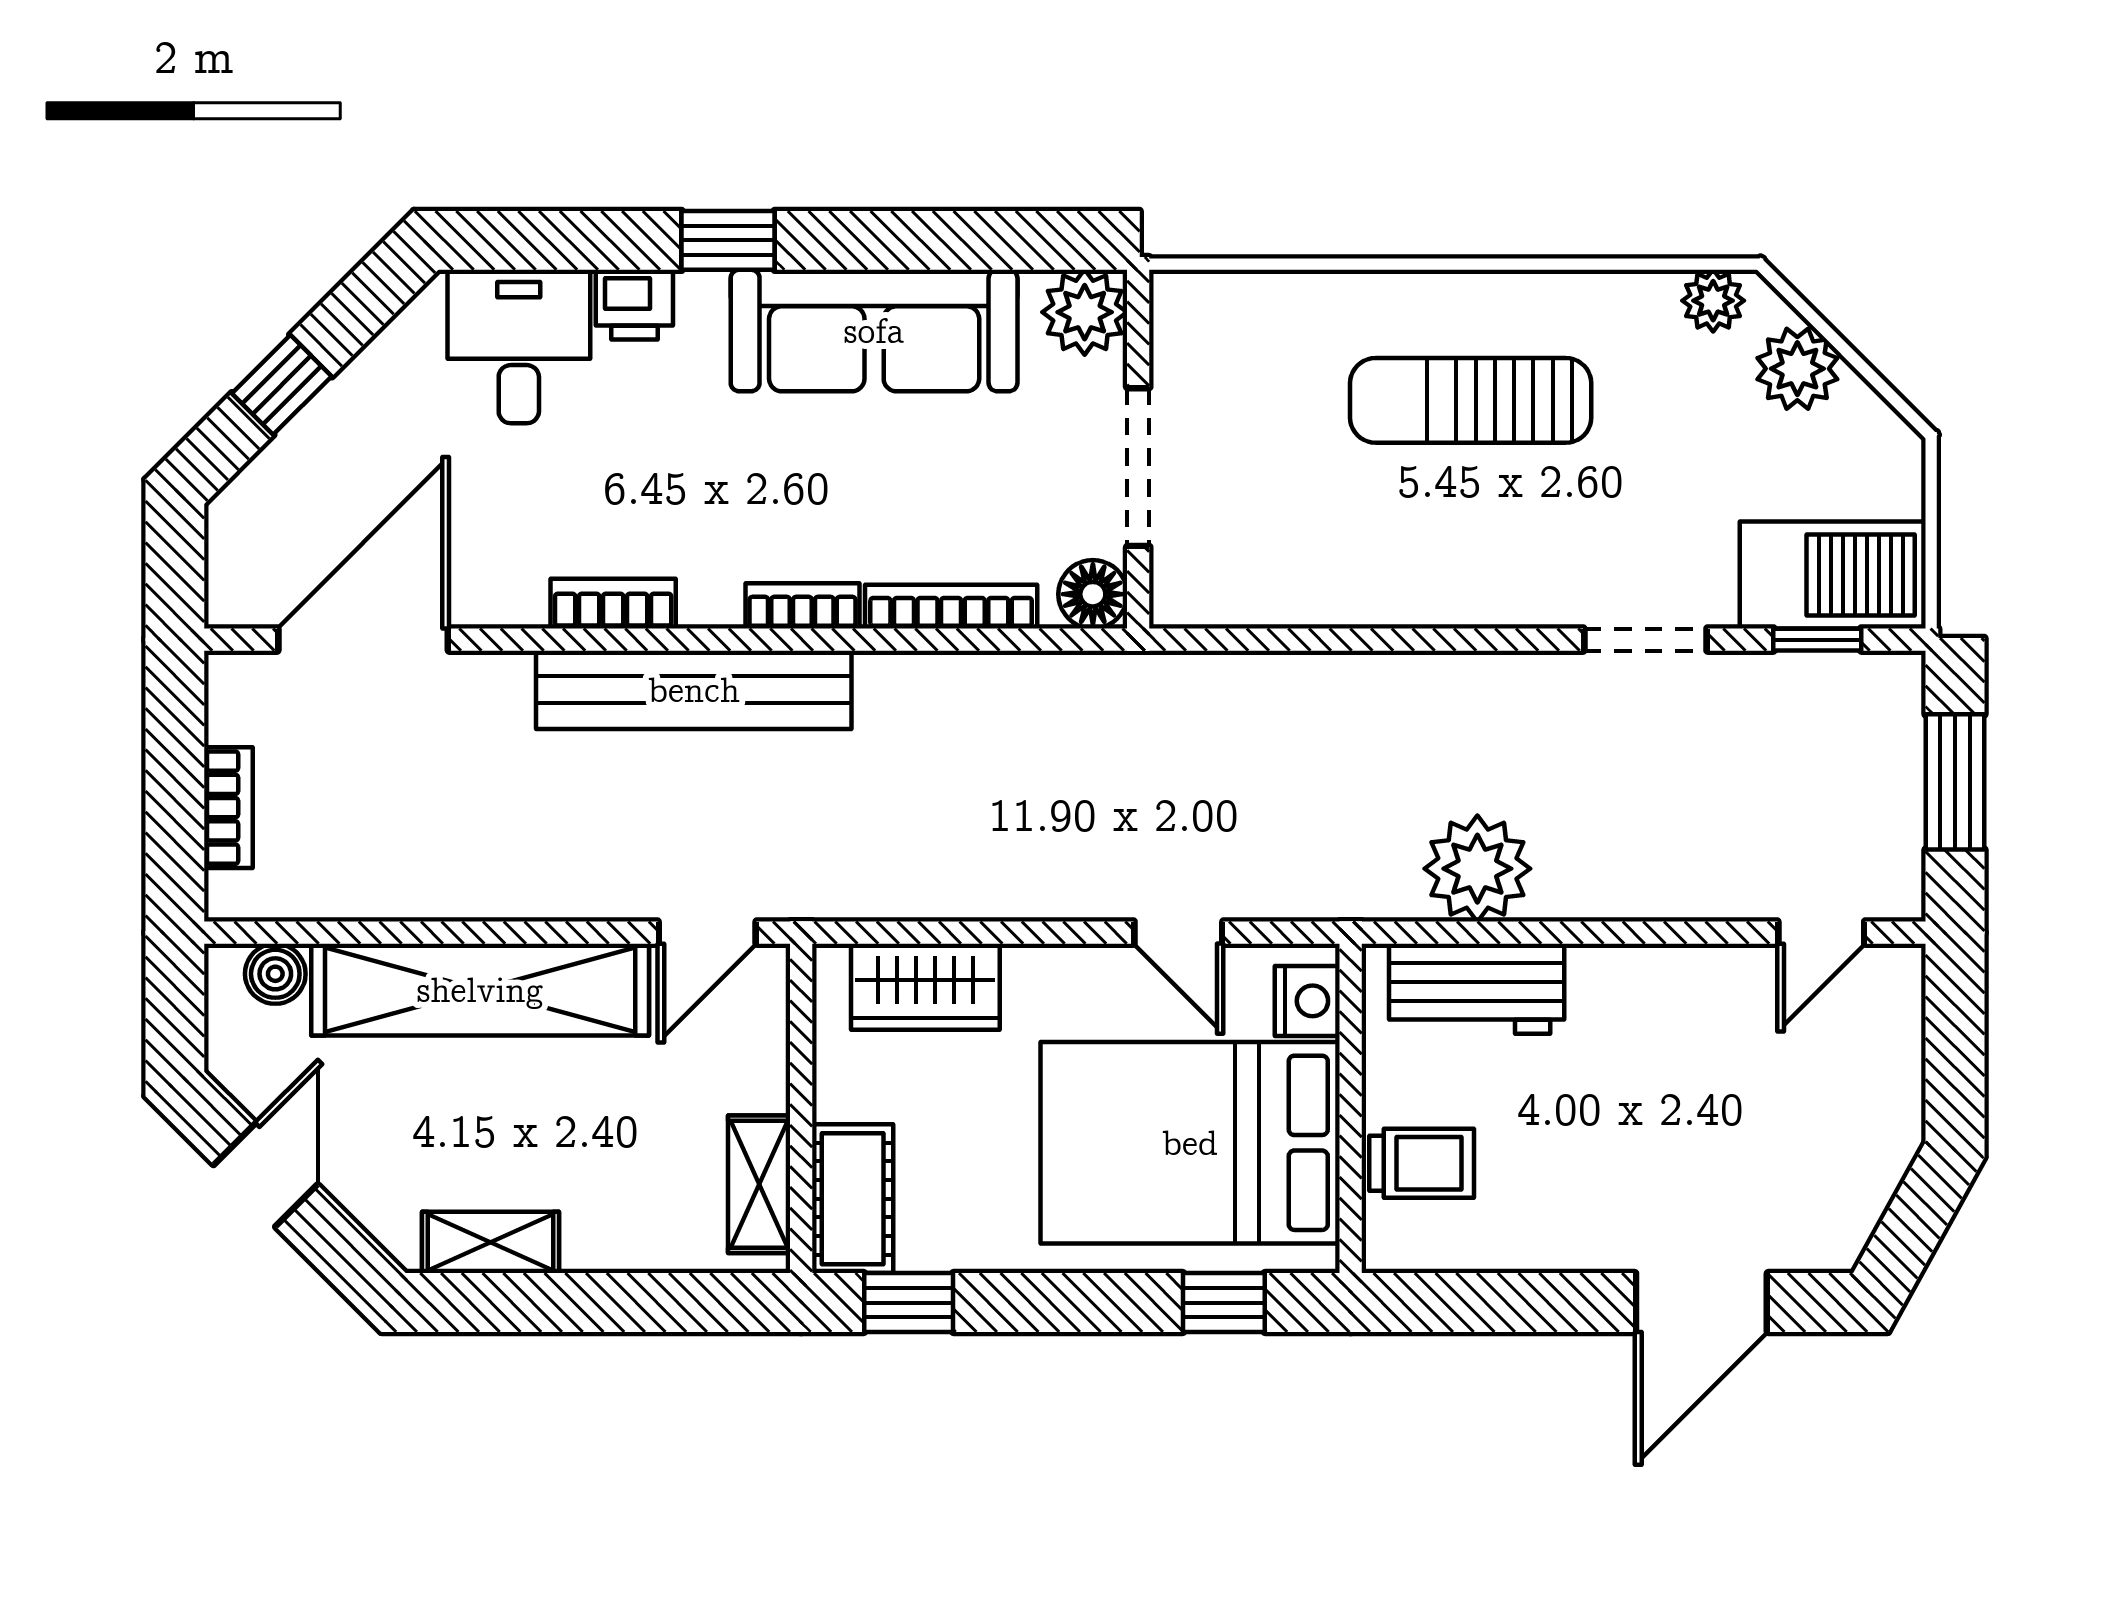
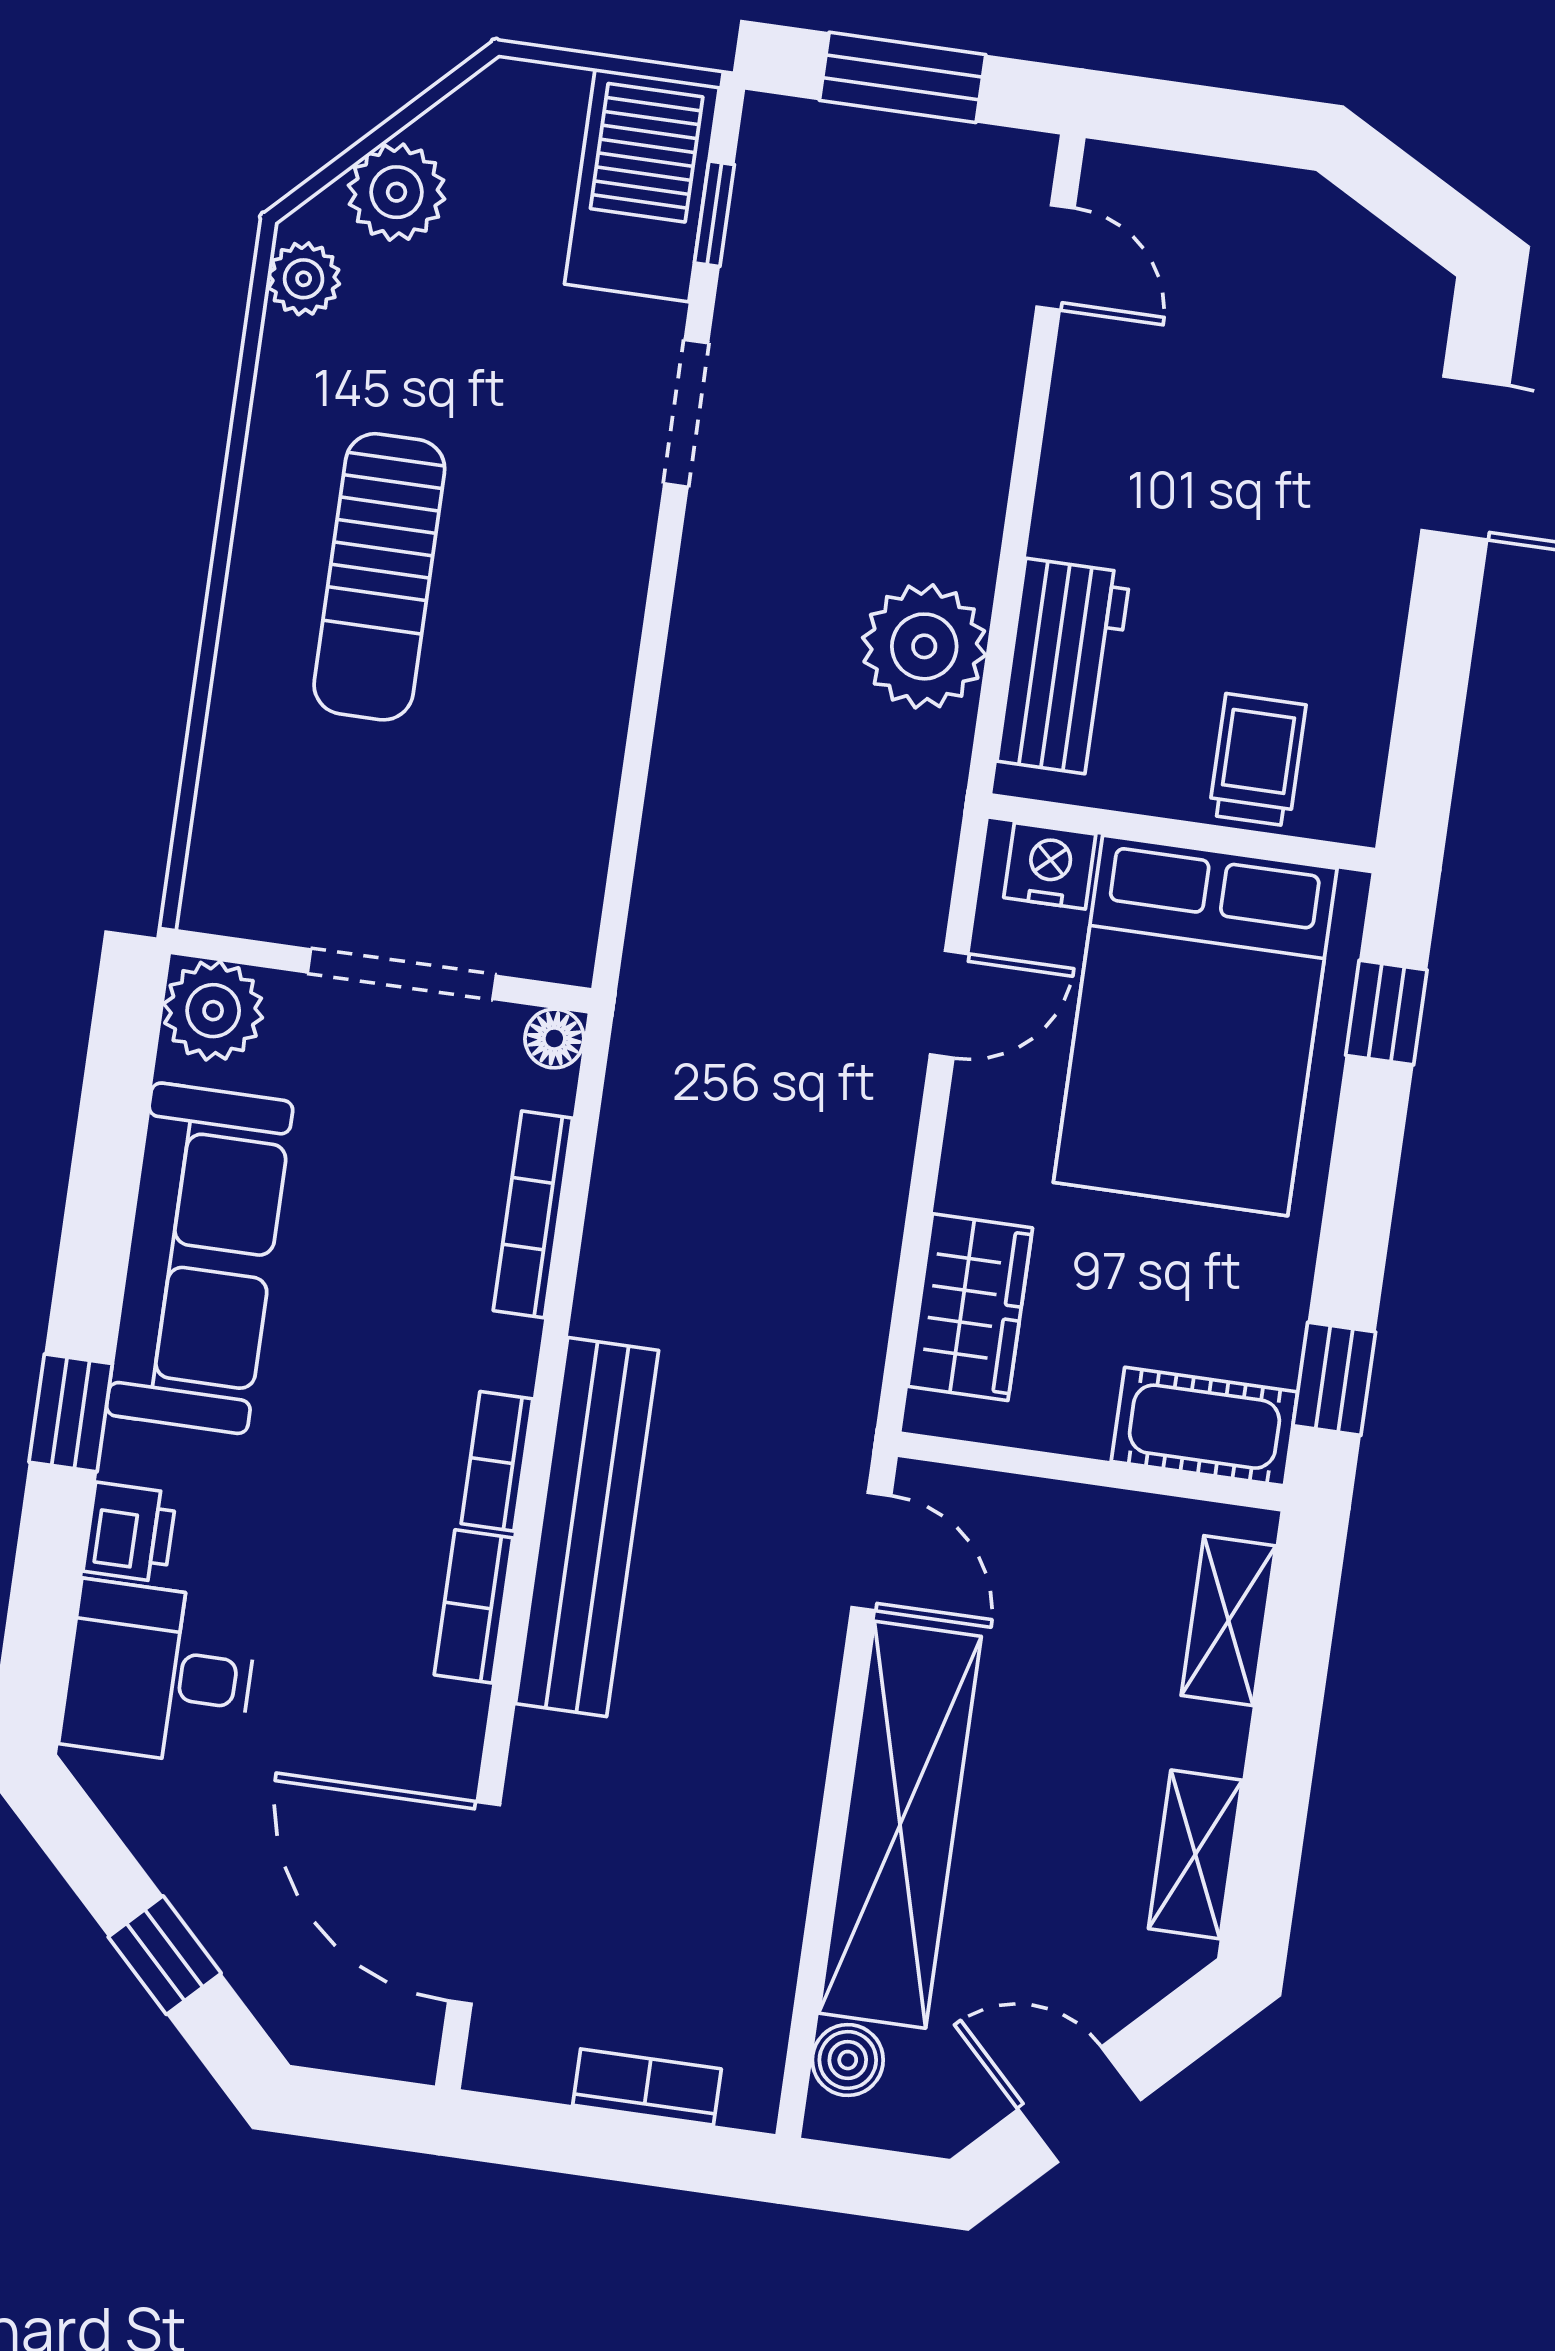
floor lamp: (1093, 594) -> (554, 1038), width x0.73, depth x0.73
bookcase: (802, 606) -> (497, 1461), moved
shelving: (759, 1184) -> (1228, 1621), moved, turned 90

